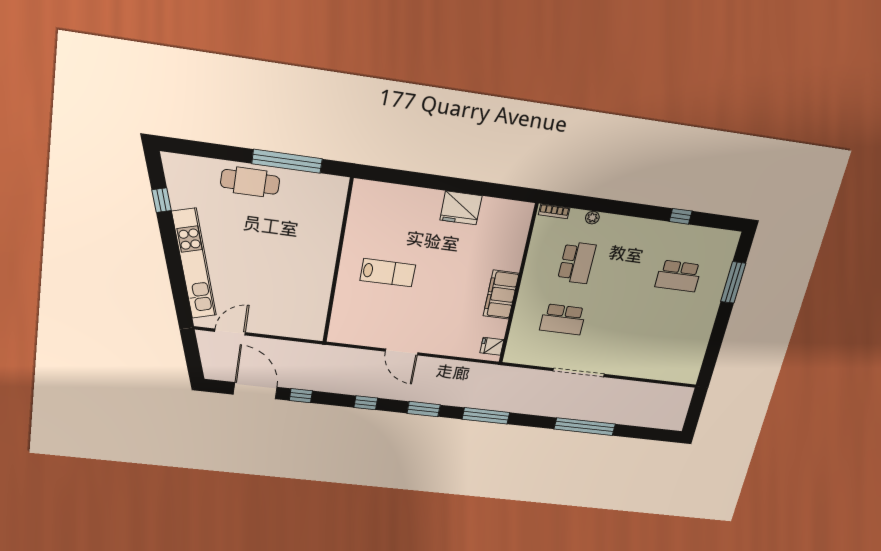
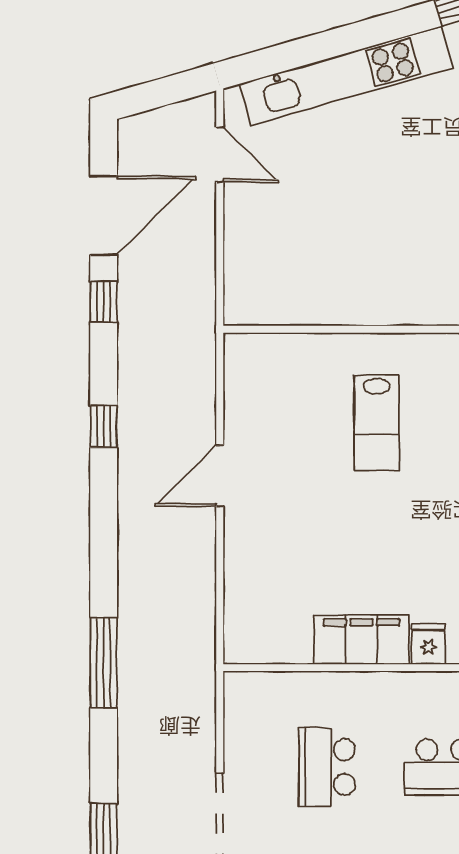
fridge: (492, 346) -> (429, 644), moved
window: (424, 409) -> (104, 539), removed

